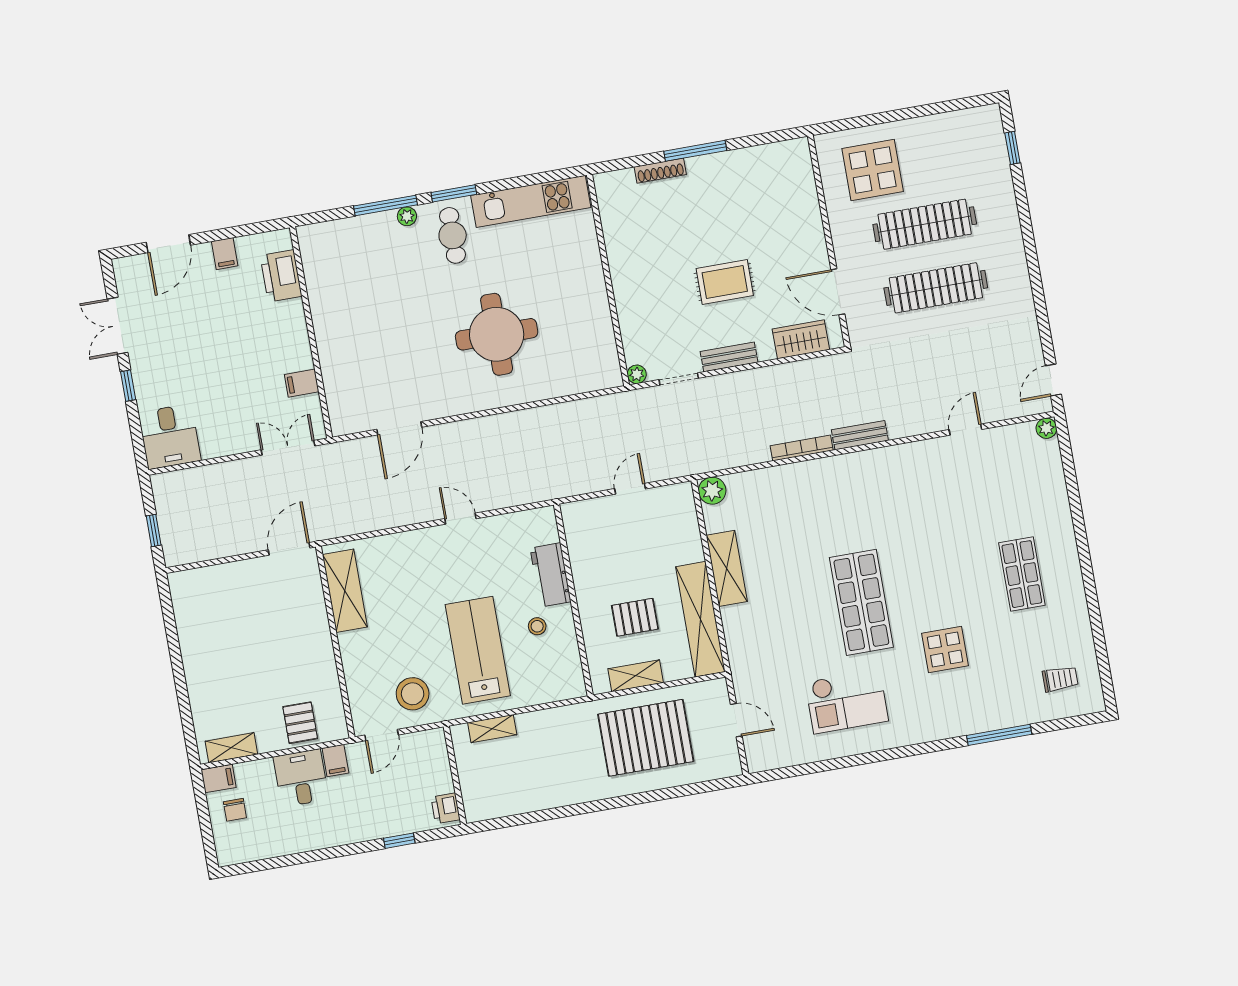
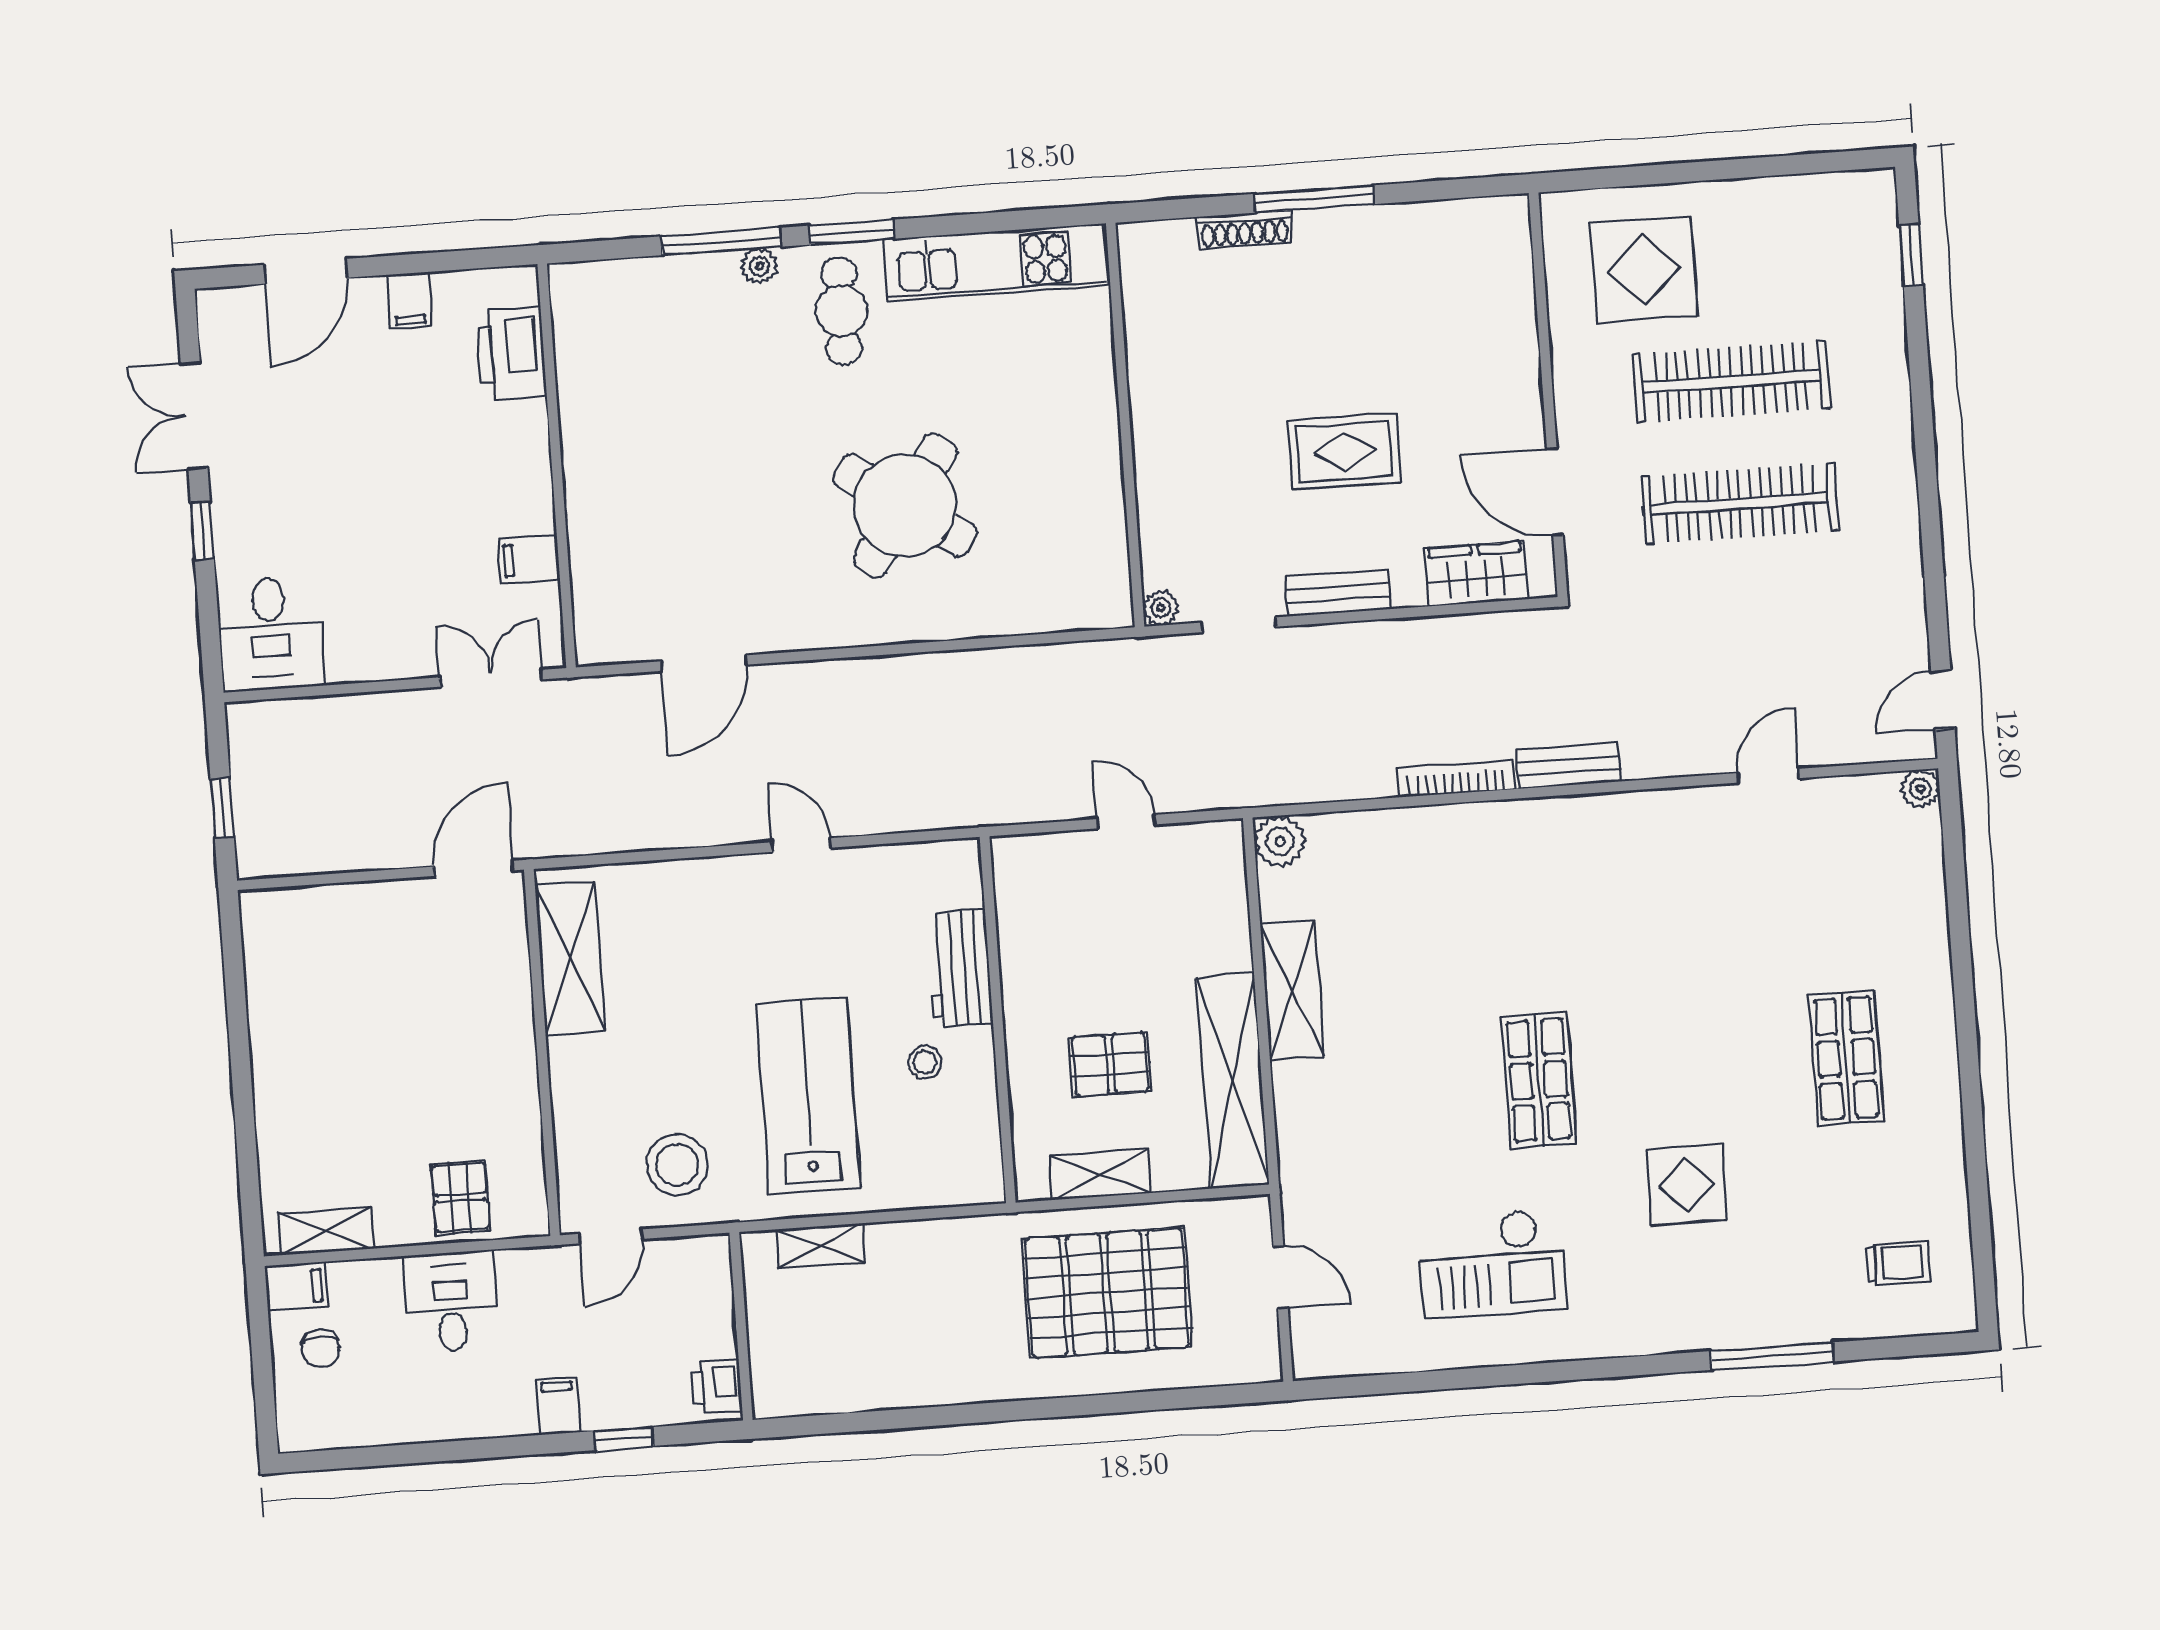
round table: (497, 334) -> (905, 505), turned 35
door: (630, 489) -> (1126, 822), hinge flipped
shop shelf: (861, 602) -> (1539, 1080), width x0.70, depth x0.74
filing cabinet: (335, 761) -> (558, 1406), moved, turned 180

